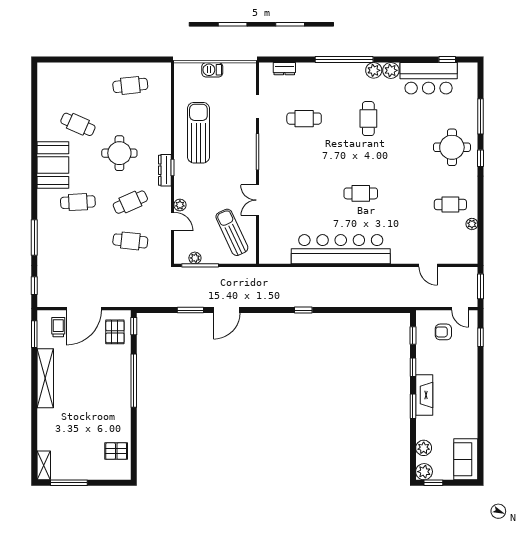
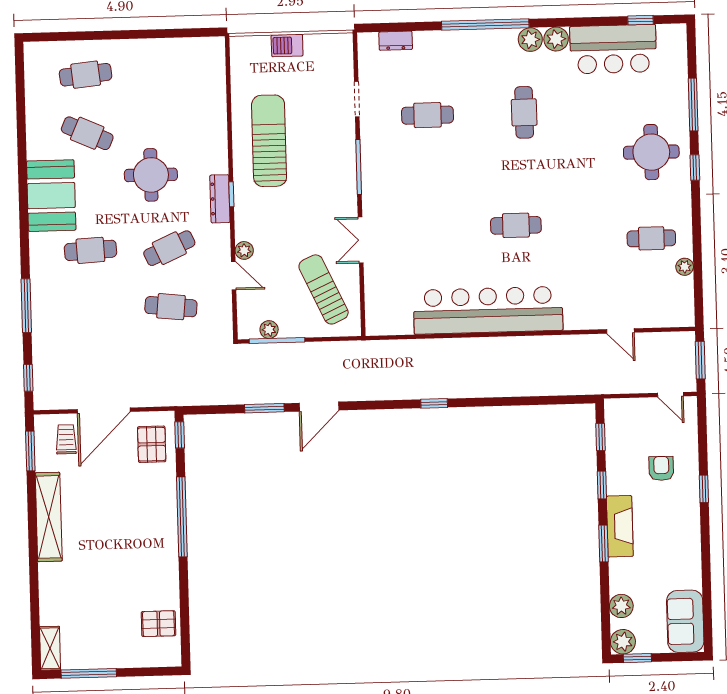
cafe table: (130, 85) -> (86, 75), moved
armchair: (443, 332) -> (661, 468), moved, turned 90
window: (481, 337) -> (704, 489), moved

